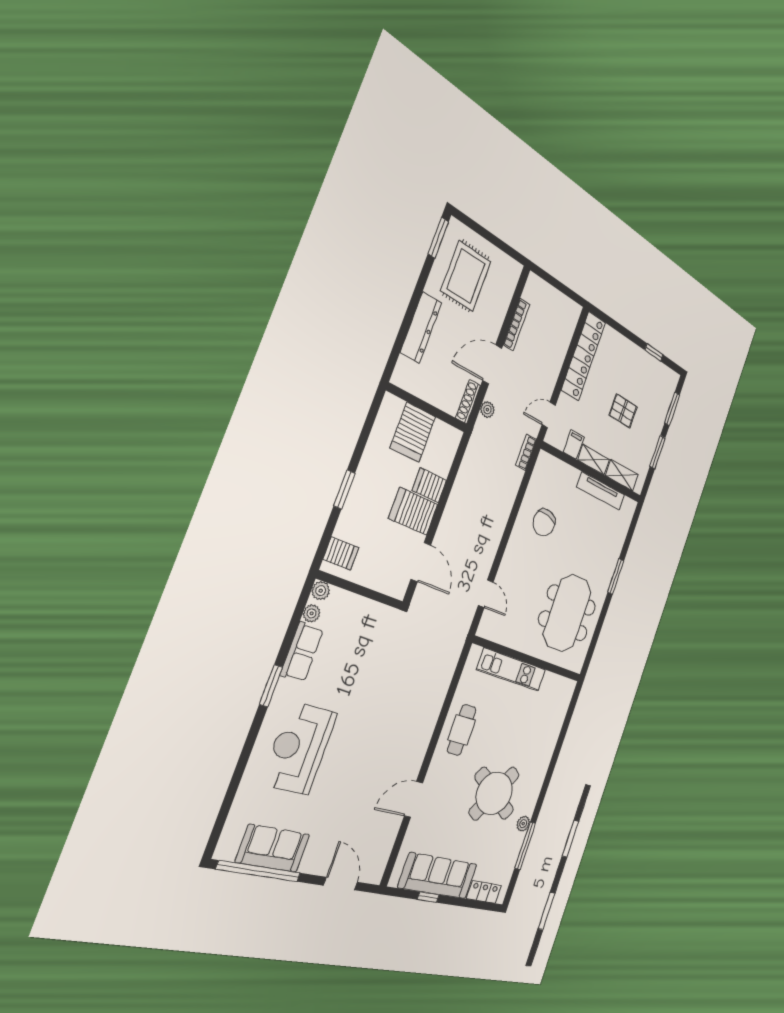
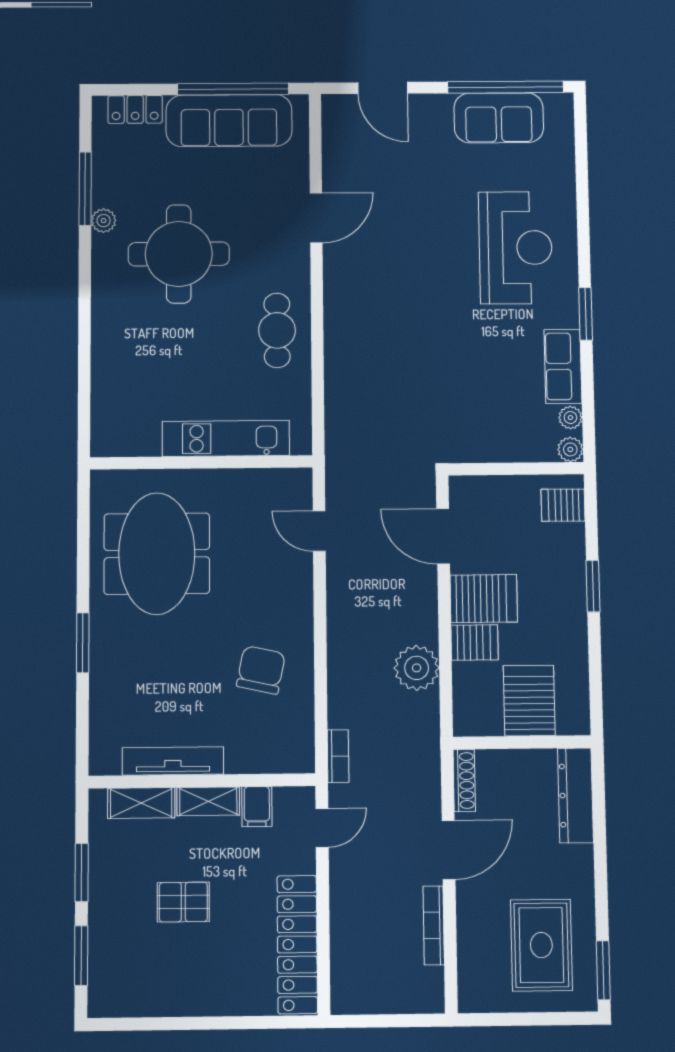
dresser: (421, 328) -> (576, 795), moved
window: (654, 352) -> (161, 1024), removed
plant: (487, 410) -> (417, 668), moved, width x1.87, depth x1.87
round table: (494, 793) -> (179, 254), turned -33
window: (428, 897) -> (233, 89), width x3.17

